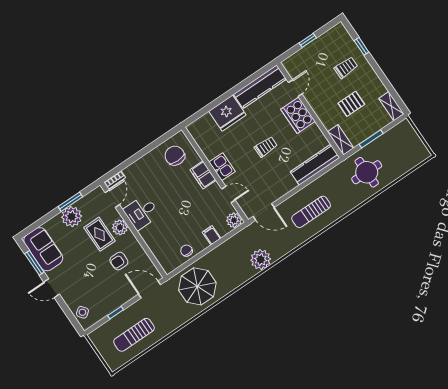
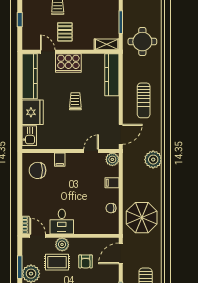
pallet: (351, 104) -> (65, 32), moved
kitchen sink: (222, 167) -> (29, 136), moved, turned 90
filing cabinet: (203, 175) -> (60, 160), width x0.50

